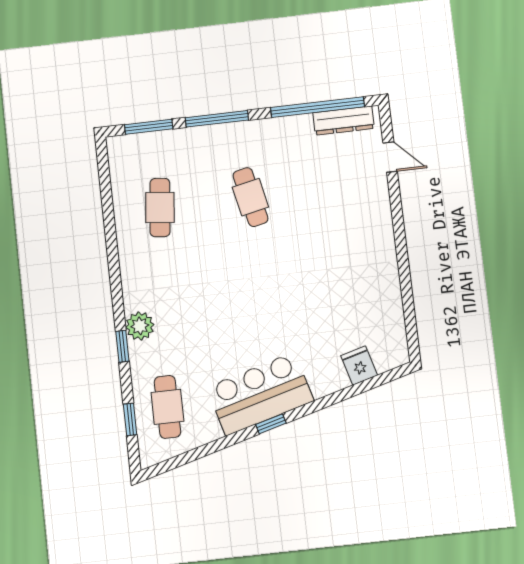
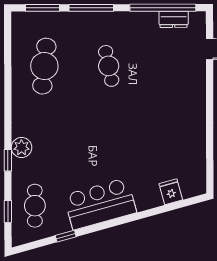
dresser: (344, 121) -> (174, 19), width x0.70
cafe table: (160, 207) -> (44, 66), width x1.37, depth x1.35
window: (271, 424) -> (66, 236), moved

